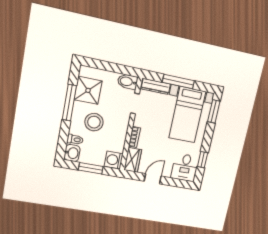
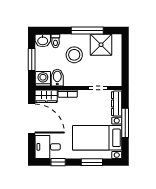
bidet: (128, 82) -> (57, 78), moved
window: (214, 111) -> (92, 162), moved
door: (153, 179) -> (32, 119), width x1.87

